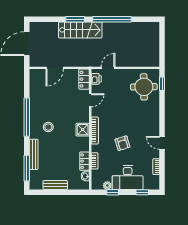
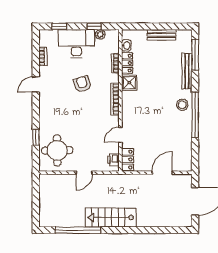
window: (75, 19) -> (138, 230), removed
window: (112, 19) -> (78, 230), moved
stairs: (80, 30) -> (111, 217), moved
door: (108, 68) -> (84, 173), moved
window: (162, 84) -> (36, 137), moved
stool: (48, 127) -> (182, 105), moved
shower: (83, 130) -> (129, 83), moved
door: (162, 143) -> (36, 85), swing flipped

